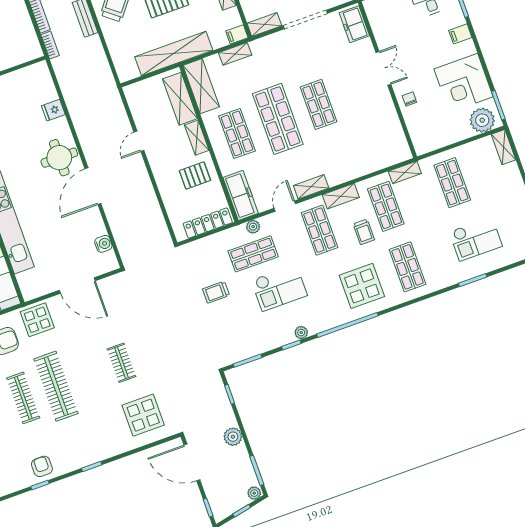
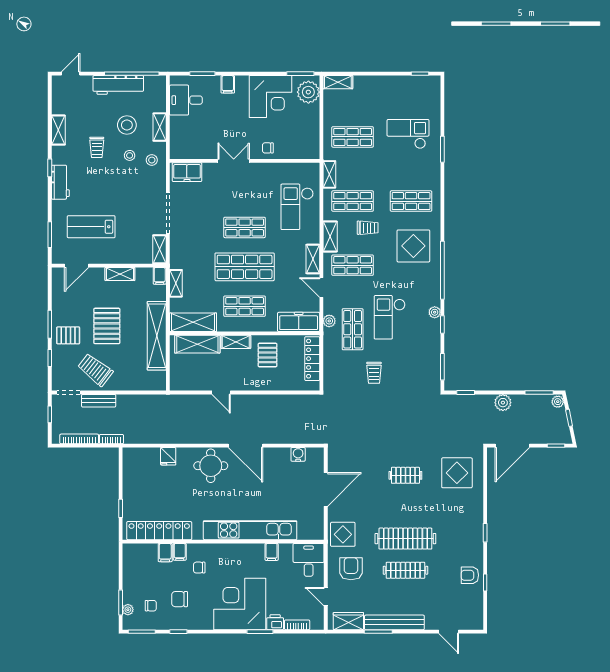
checkout: (359, 151) -> (297, 207), added
checkout: (476, 239) -> (408, 134), turned -90
checkout: (279, 288) -> (390, 317), turned 180

